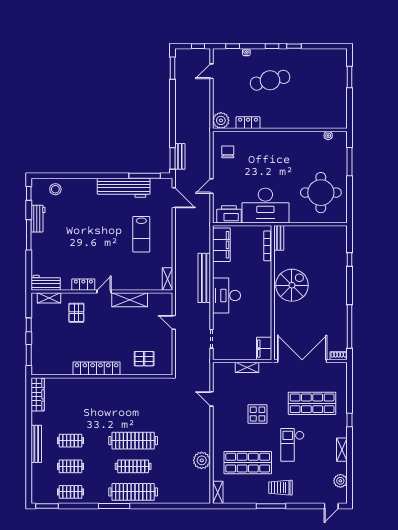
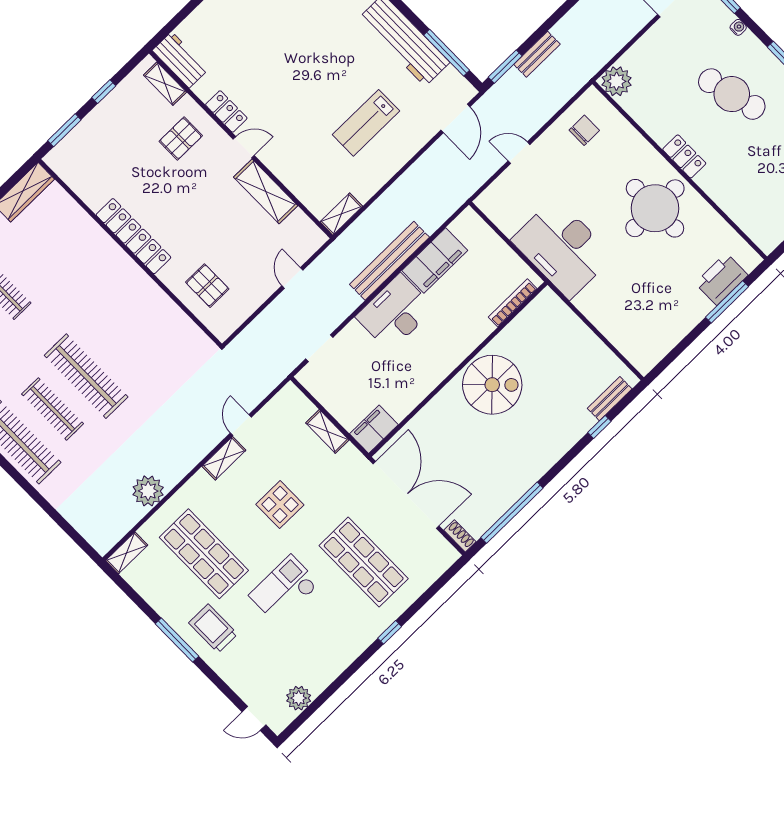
locker: (248, 123) -> (684, 156), moved
plant: (328, 136) -> (734, 241), removed
bench: (180, 156) -> (537, 54), moved
round table: (321, 193) -> (655, 208), moved
printer: (229, 214) -> (721, 279), moved, turned -90
bench: (279, 238) -> (610, 399), moved
filing cabinet: (221, 245) -> (435, 261), moved
shelving: (342, 450) -> (224, 458), moved

